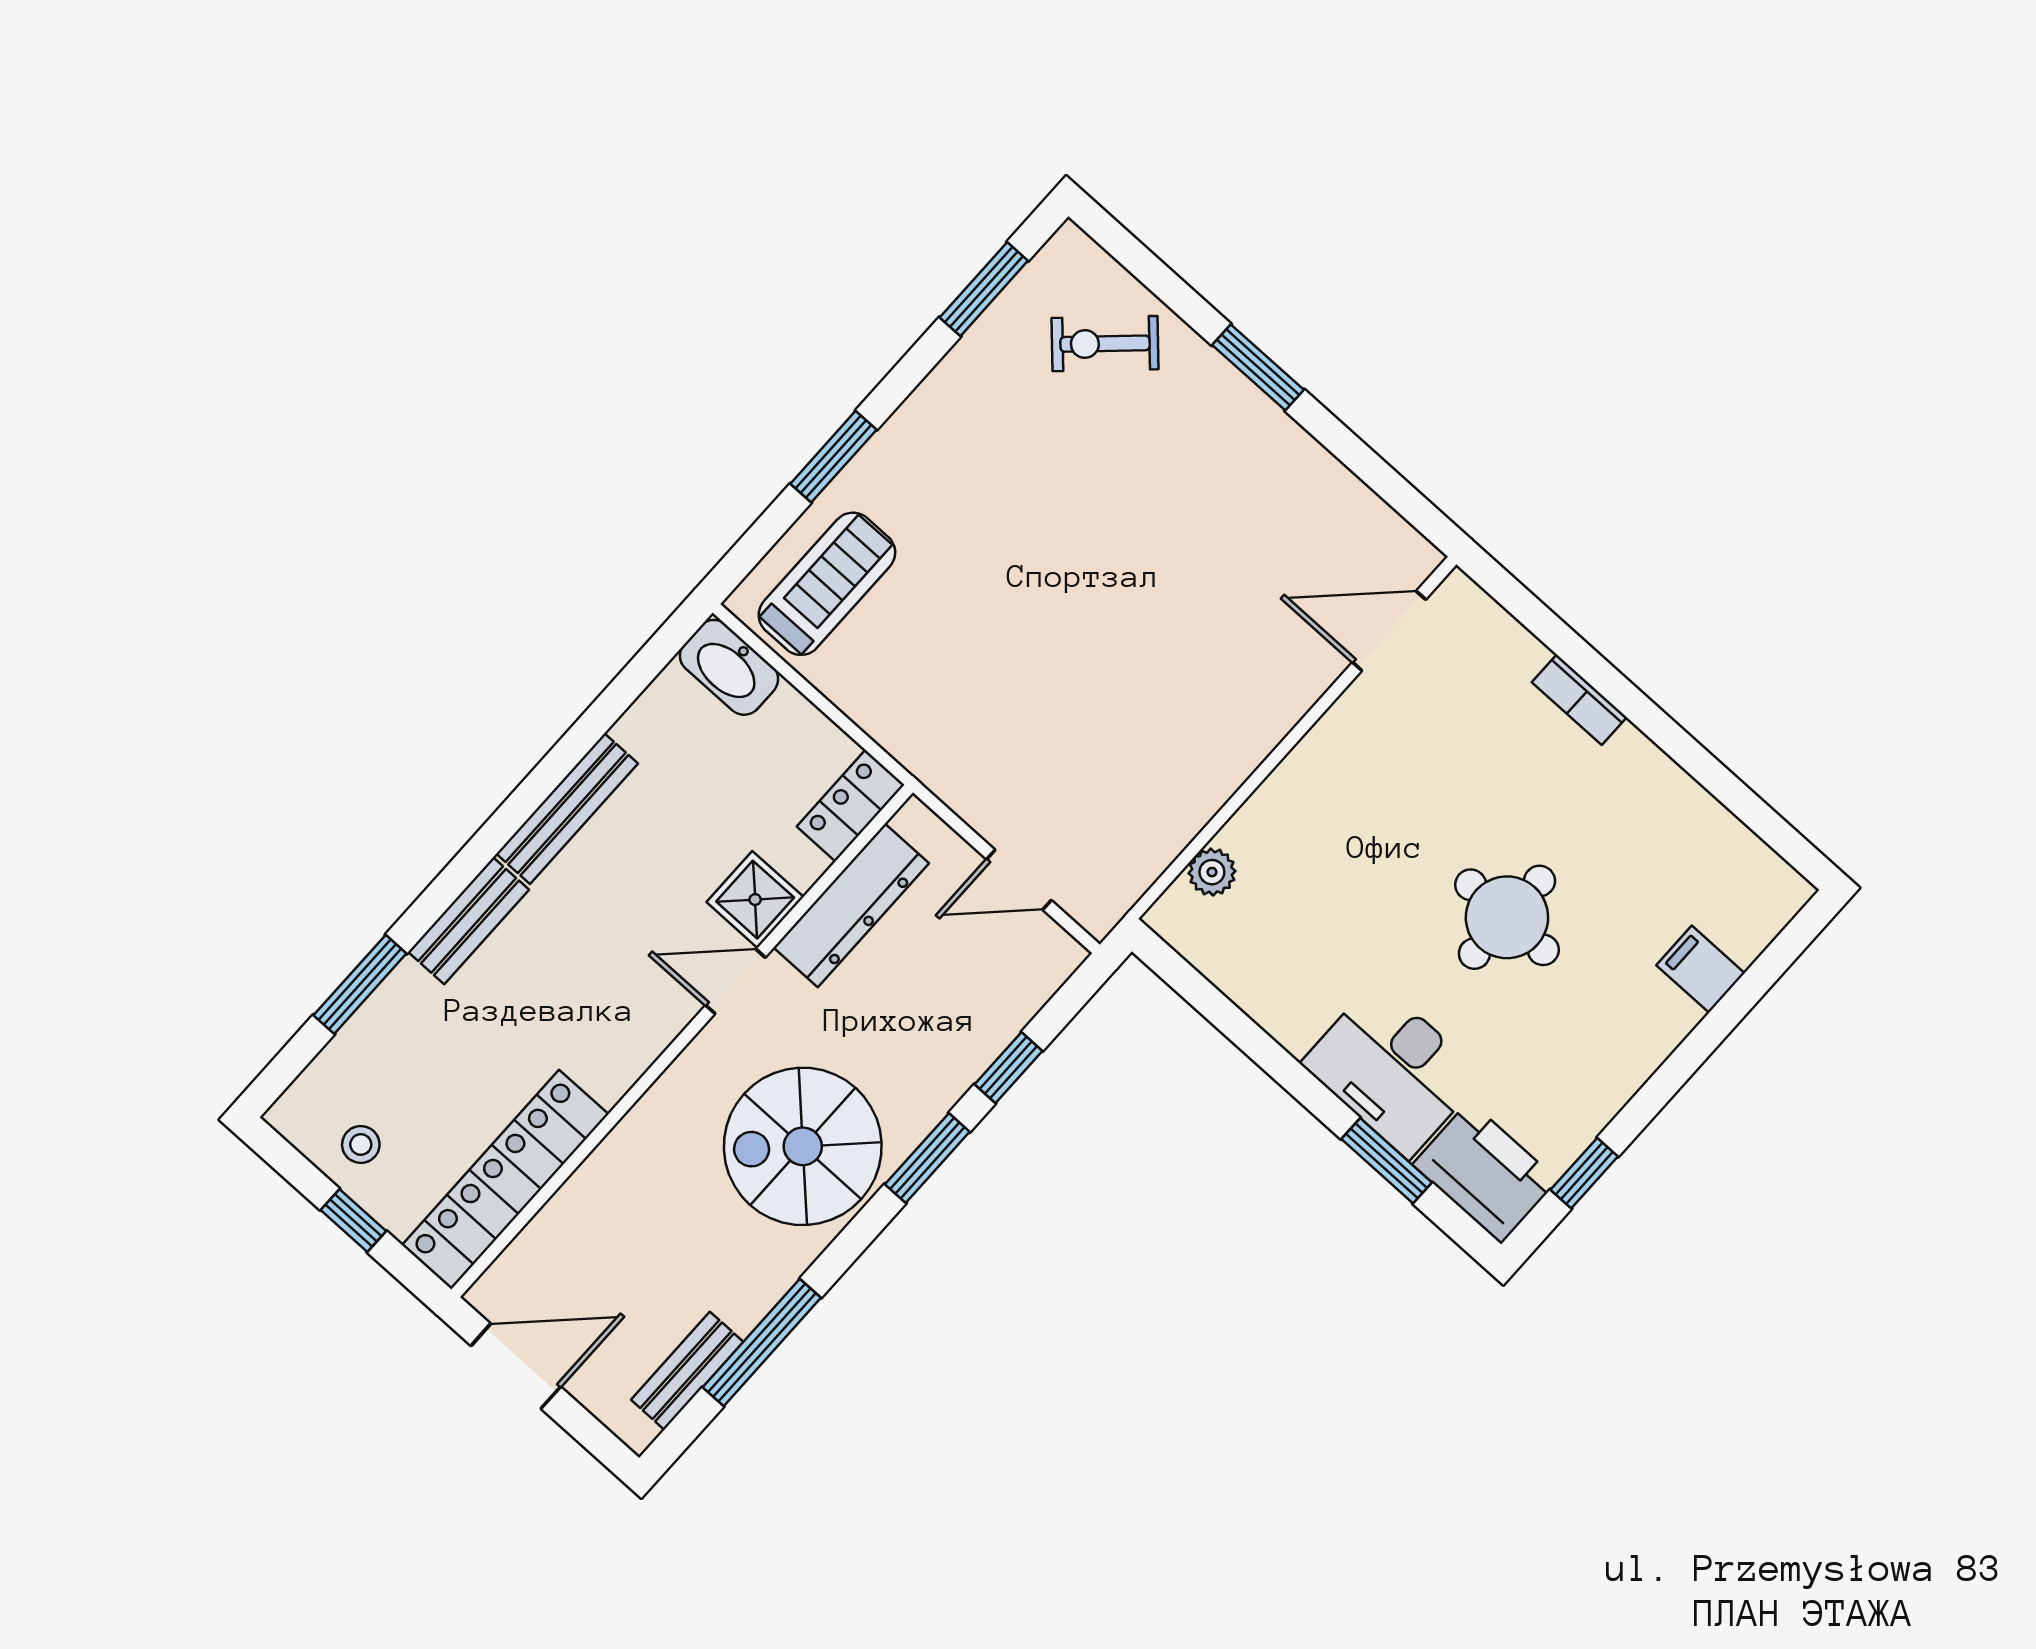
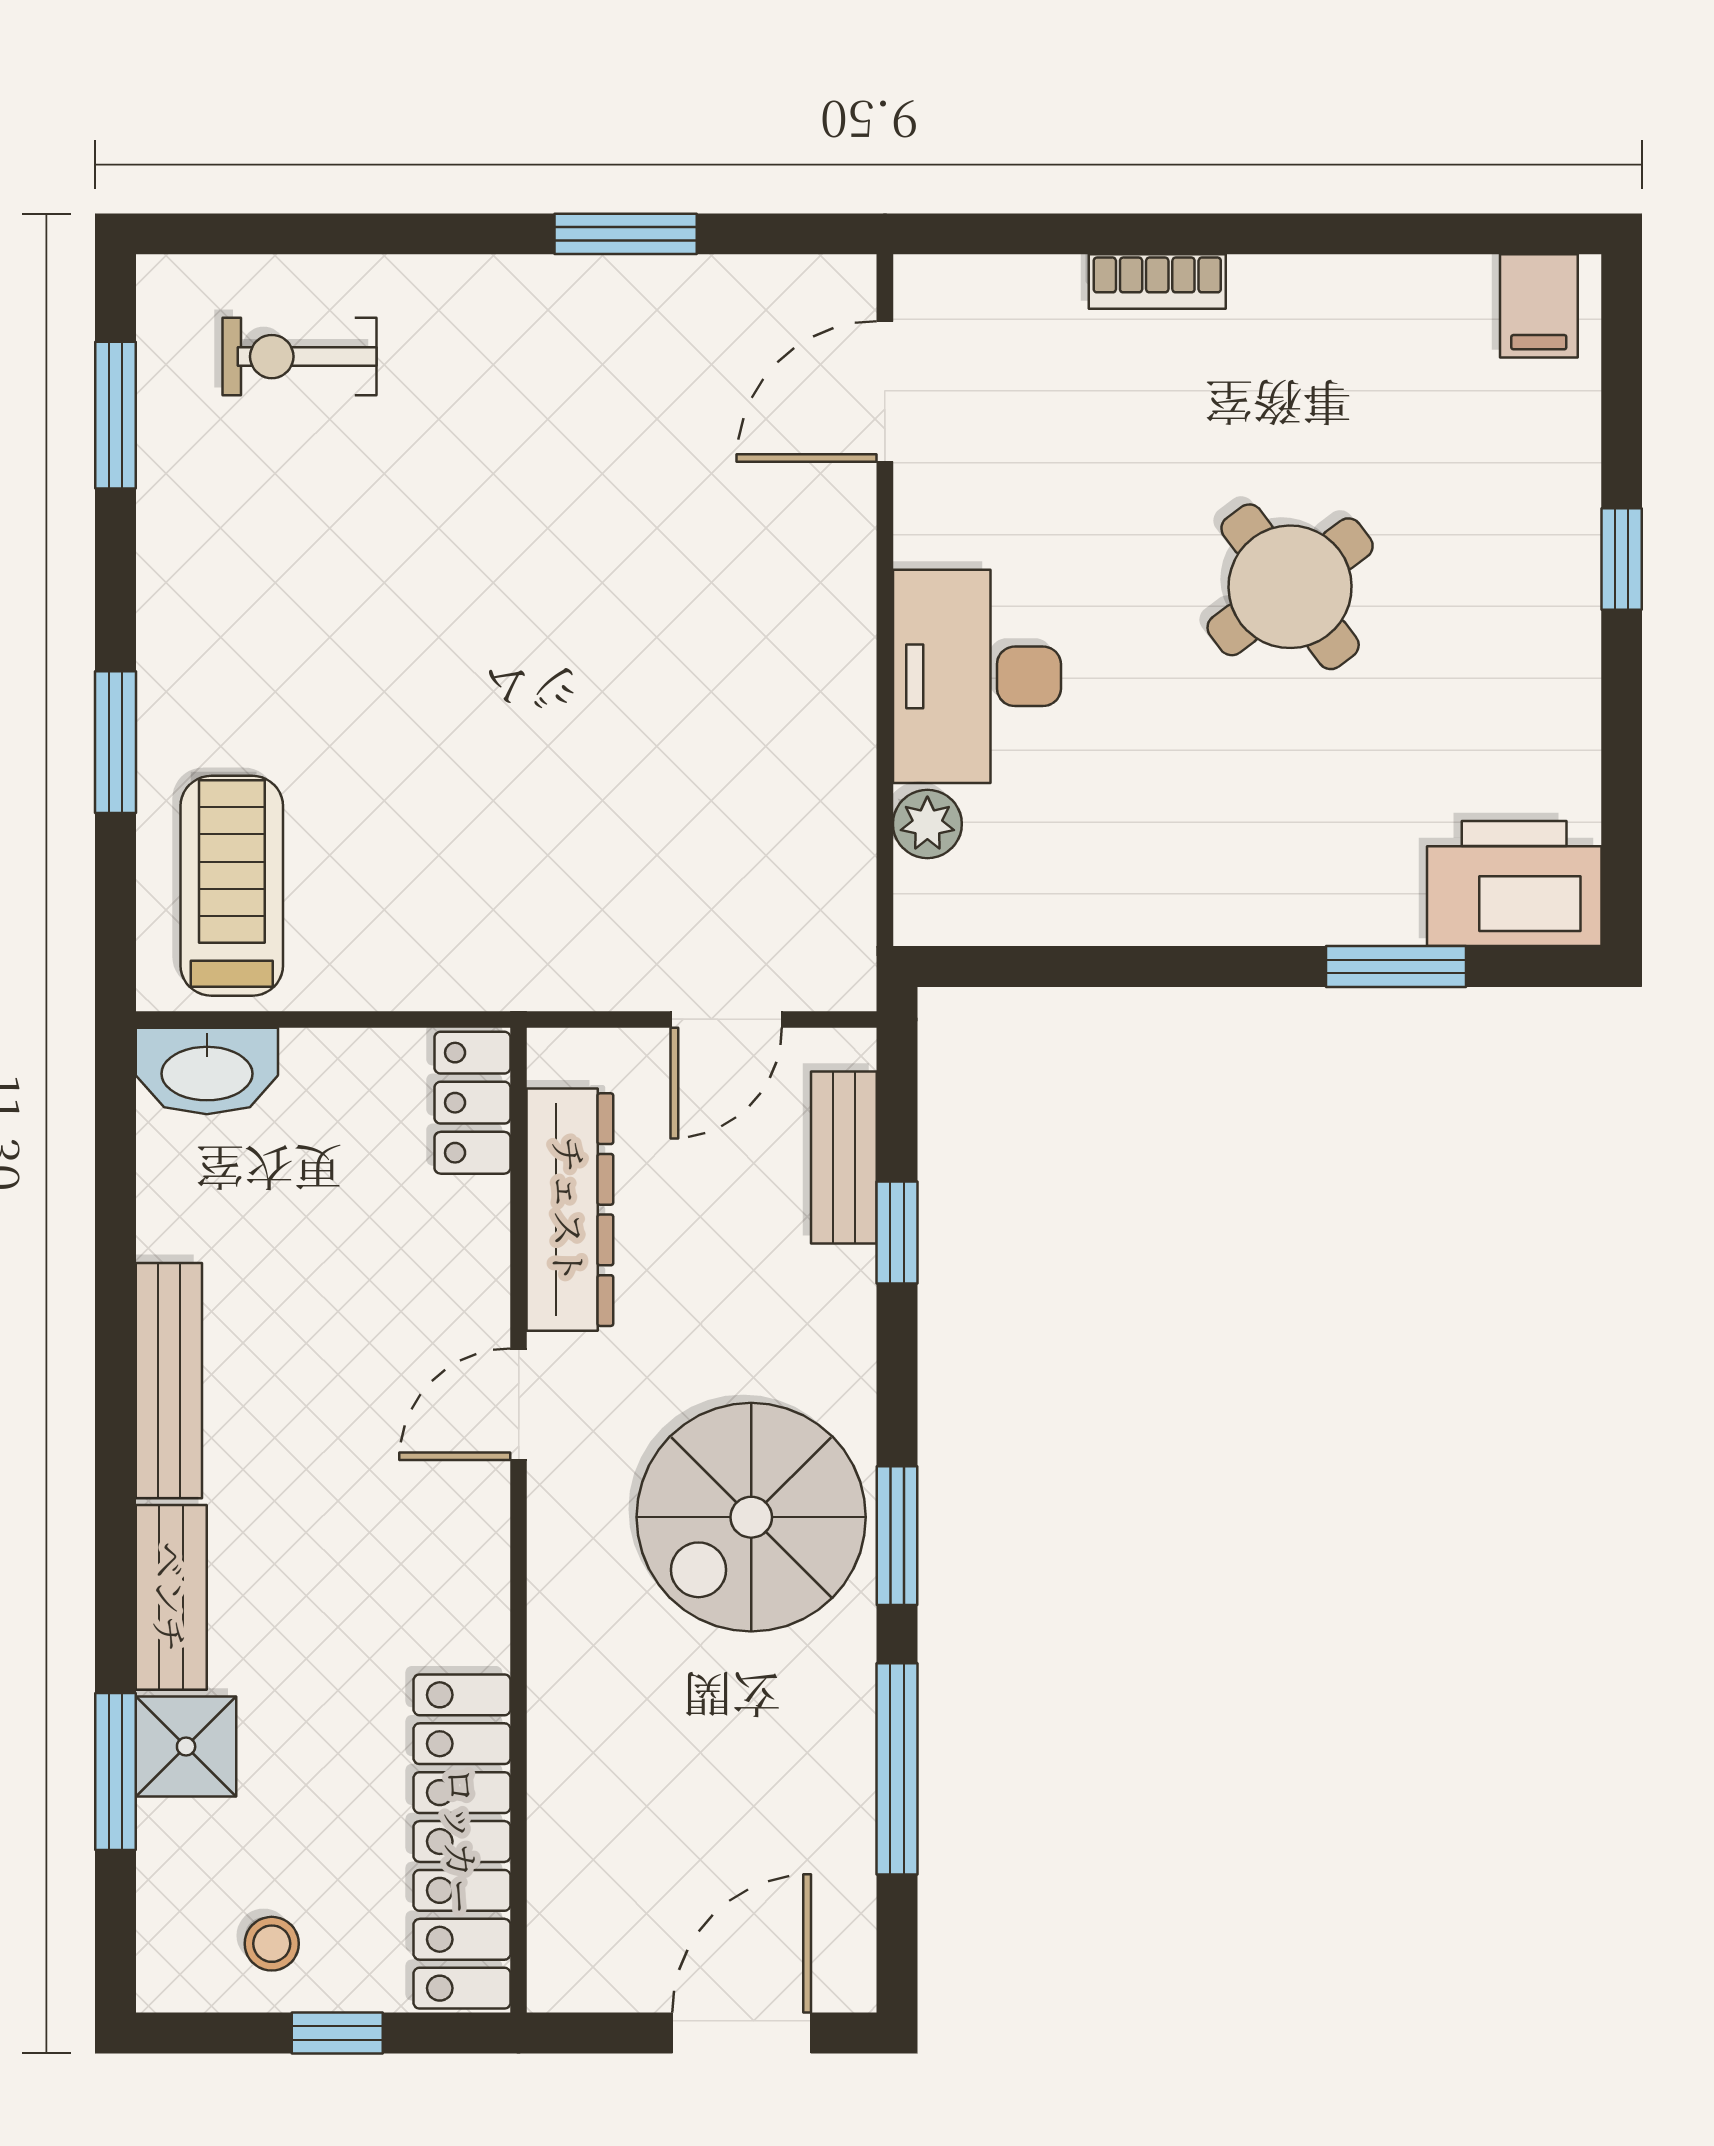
exercise bike: (1105, 344) -> (299, 357), turned 43
window: (1258, 367) -> (626, 234), moved
shower: (755, 900) -> (186, 1747), moved
round table: (1507, 917) -> (1290, 587), turned -37
filing cabinet: (1701, 969) -> (1539, 306), moved, turned -90
desk: (1392, 1069) -> (977, 676), moved, turned 90
window: (927, 1158) -> (897, 1536), moved
window: (1584, 1173) -> (1622, 559), moved
door: (516, 1366) -> (742, 2033), moved
bench: (687, 1371) -> (844, 1158), moved

